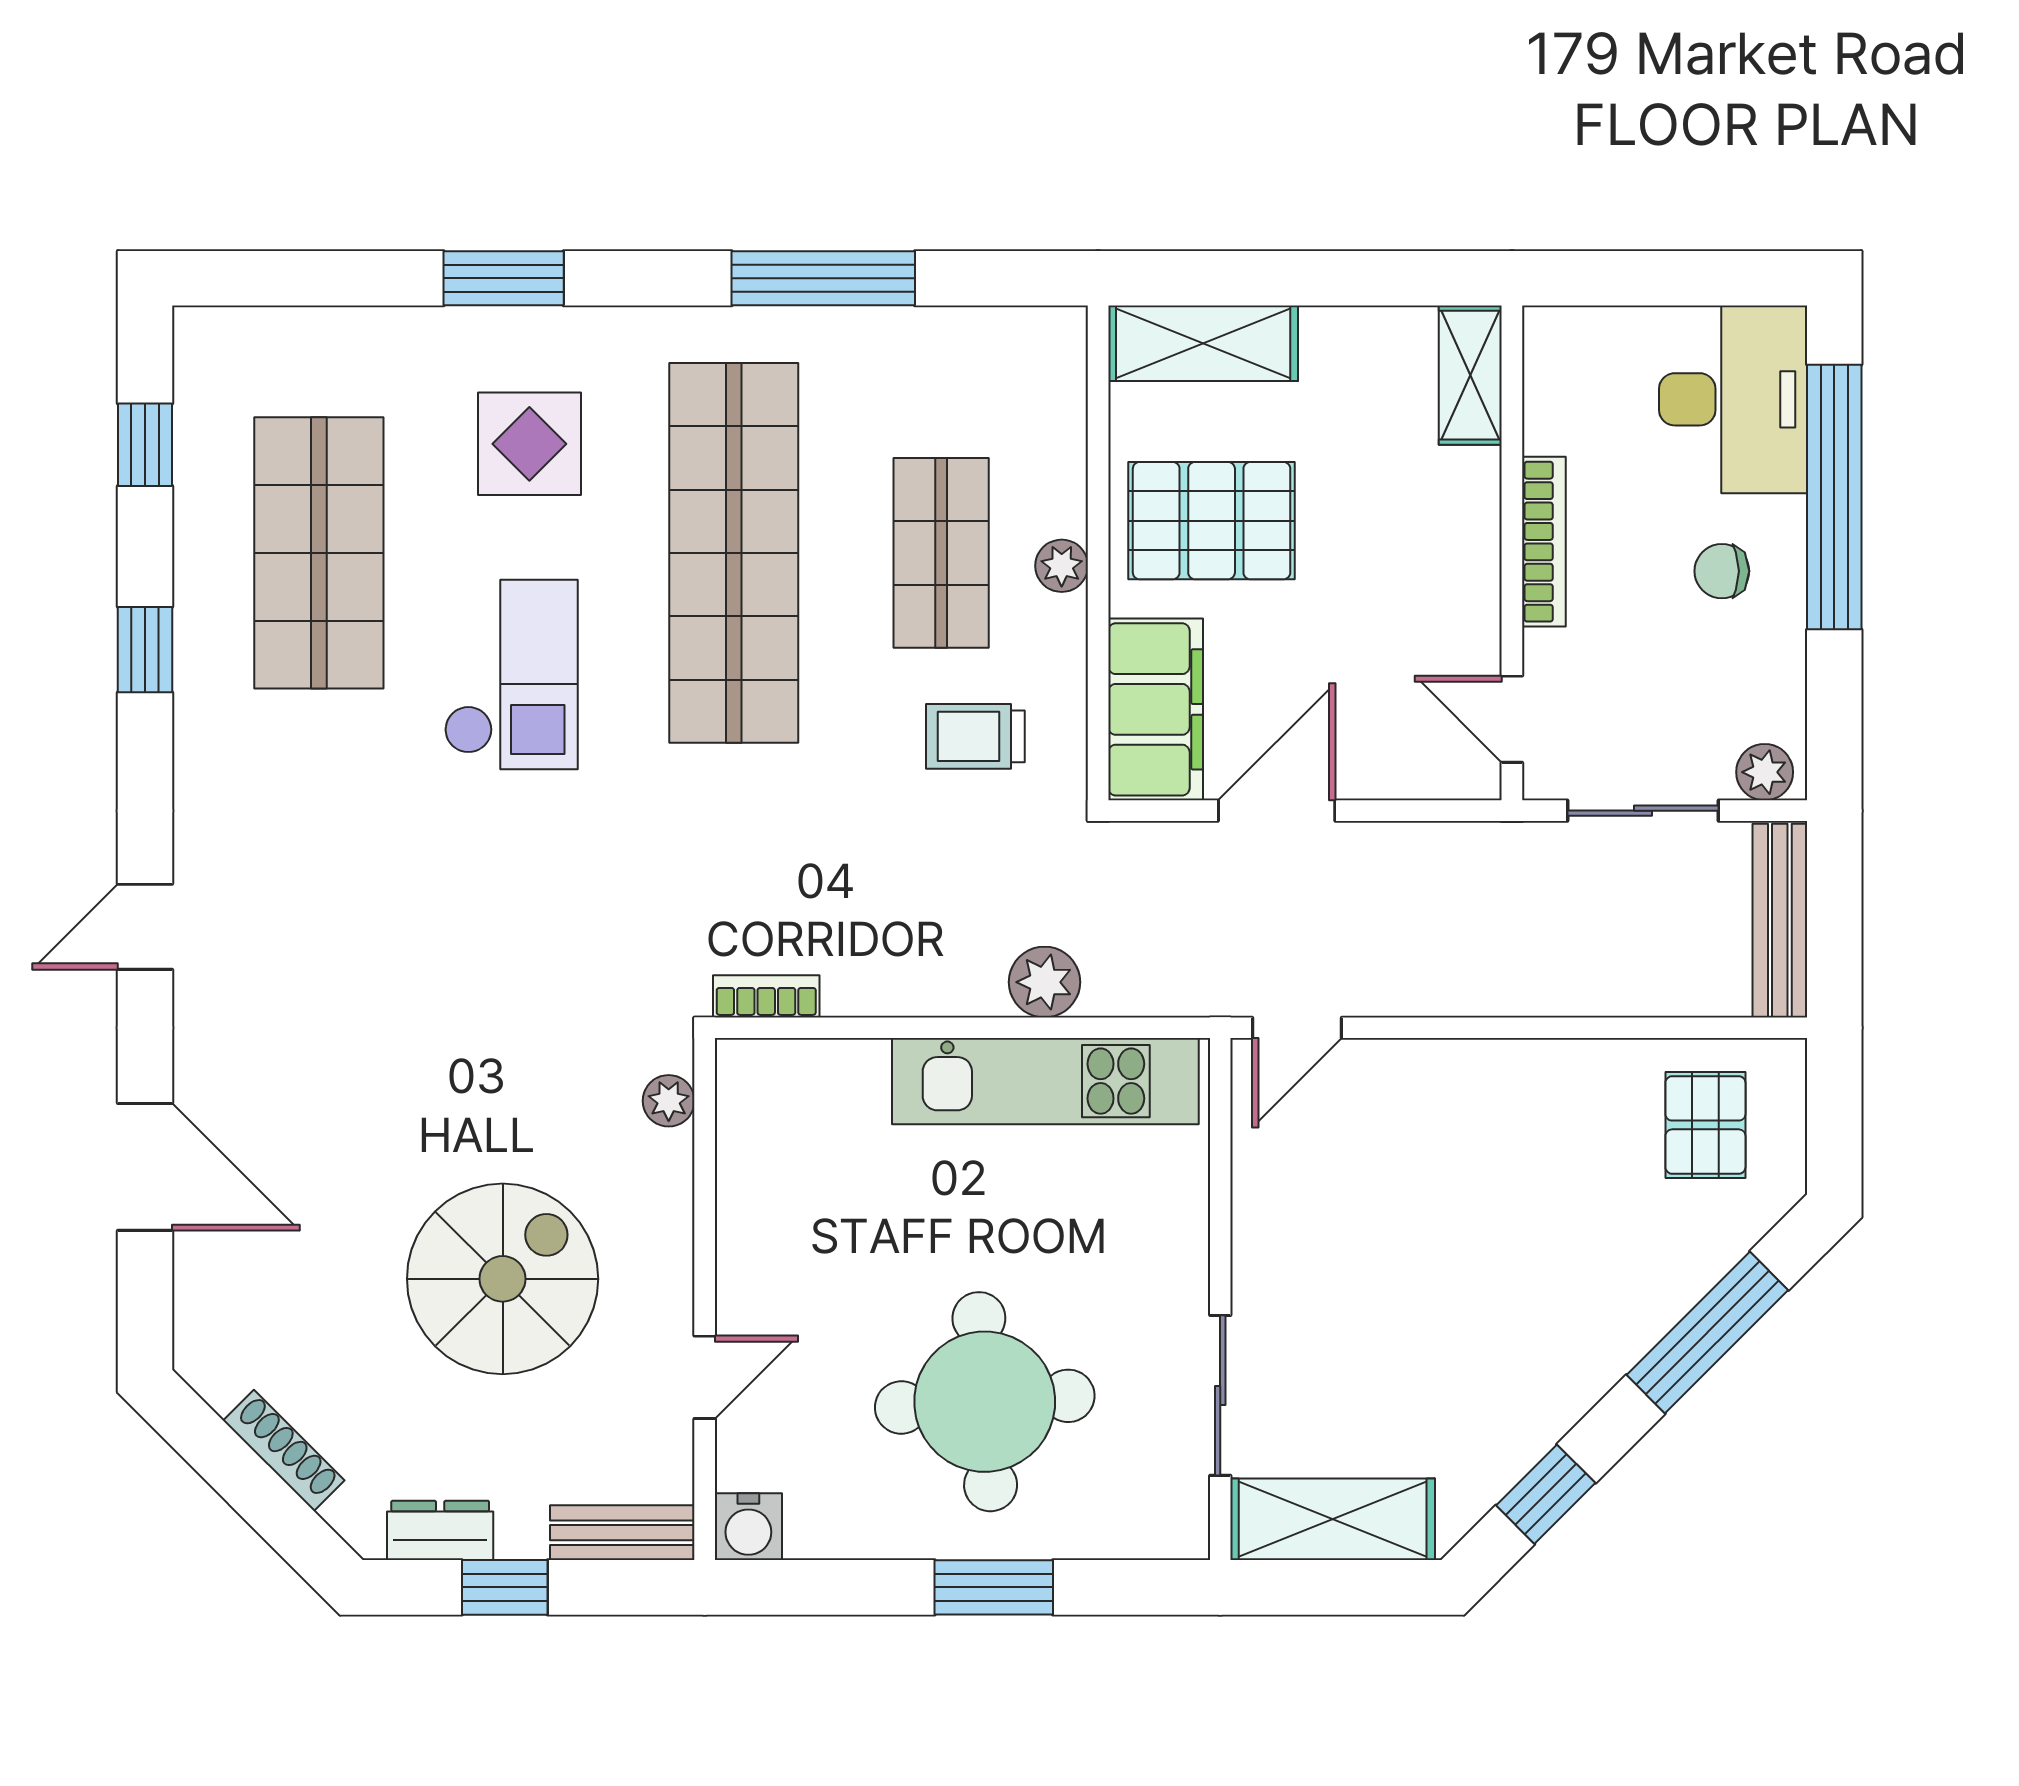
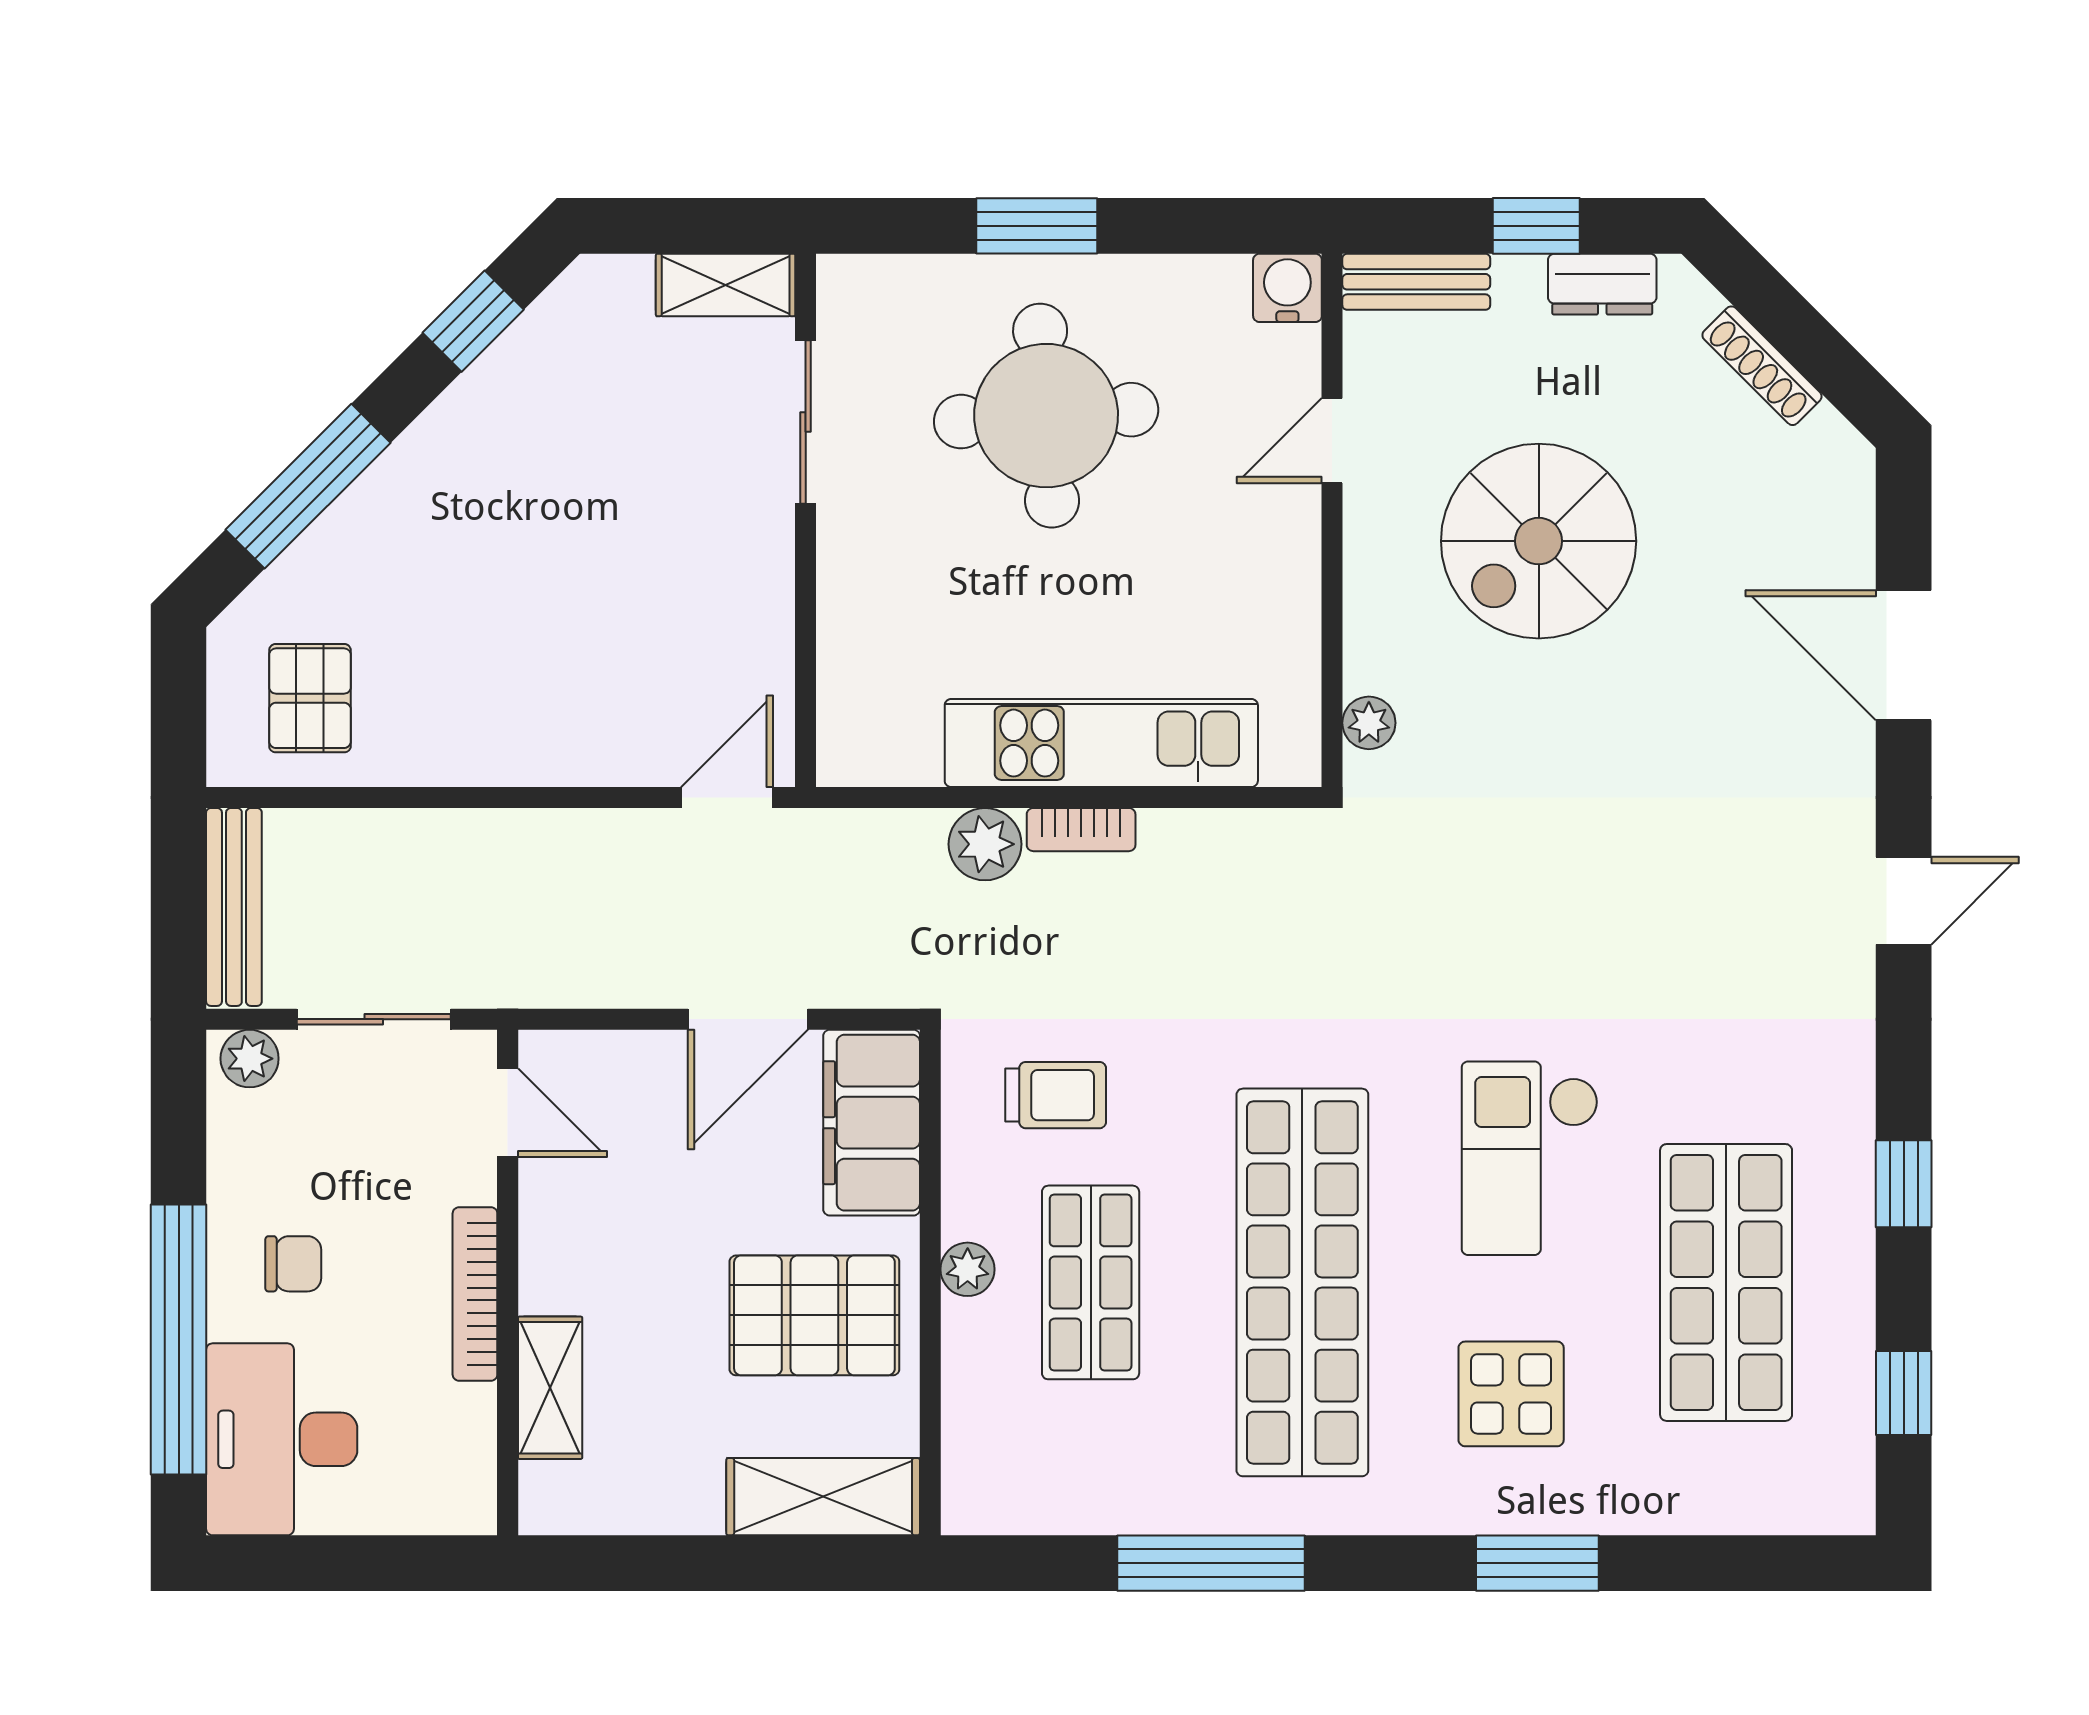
shelving: (1470, 375) -> (550, 1388), moved
bookcase: (766, 996) -> (1081, 830), moved
kitchen unit: (1045, 1081) -> (1101, 743), moved
shelving: (1333, 1519) -> (726, 285), width x0.67, depth x0.75

